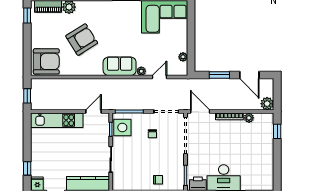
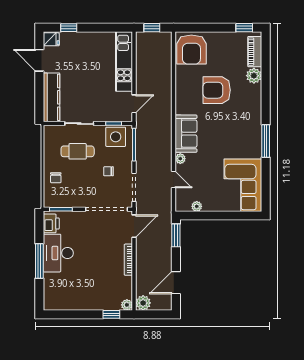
armchair: (82, 40) -> (217, 90), turned 122
window: (219, 75) -> (176, 235), moved
door: (94, 112) -> (134, 104), hinge flipped
plant: (249, 118) -> (127, 305), moved
cafe table: (135, 161) -> (78, 151), added

